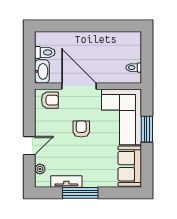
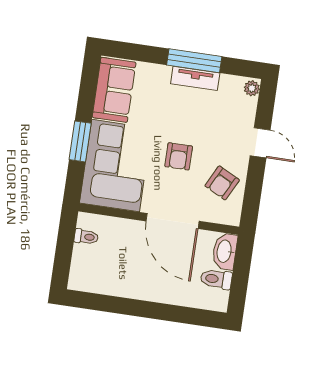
armchair: (50, 100) -> (222, 183), moved, turned -63
door: (29, 146) -> (260, 143), swing flipped
plant: (40, 169) -> (252, 88), moved
tv unit: (66, 181) -> (195, 78), moved

